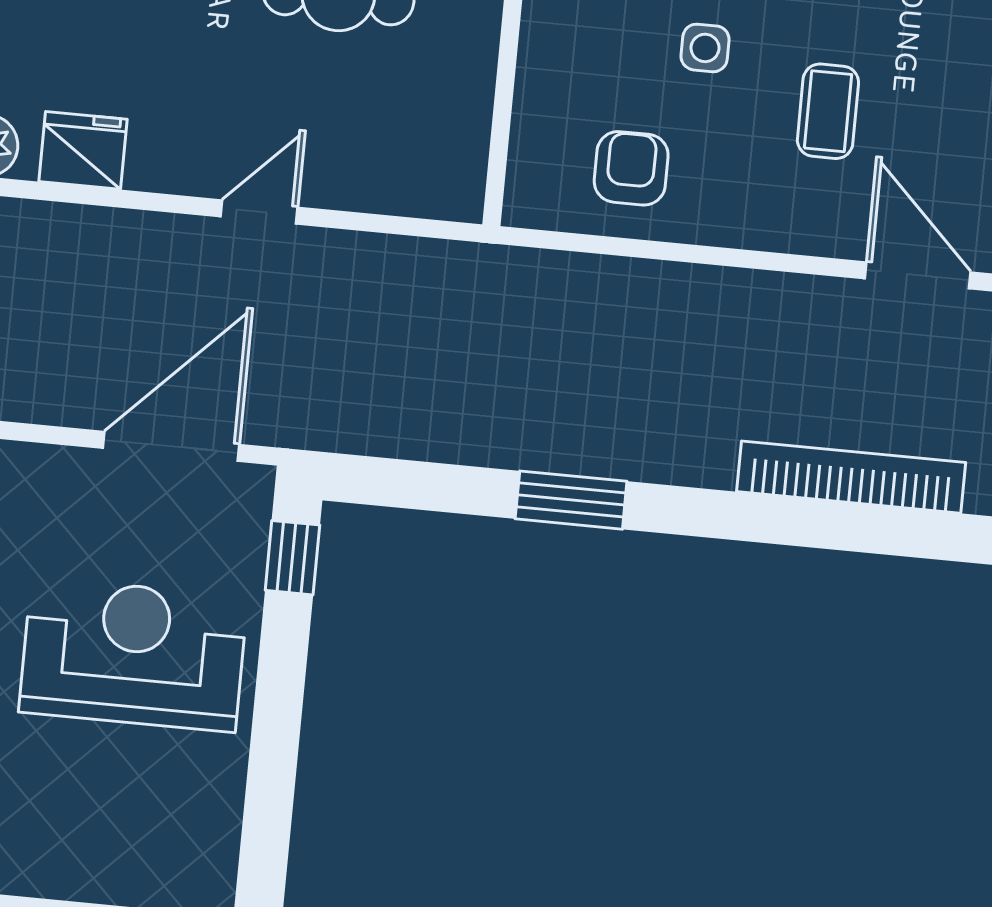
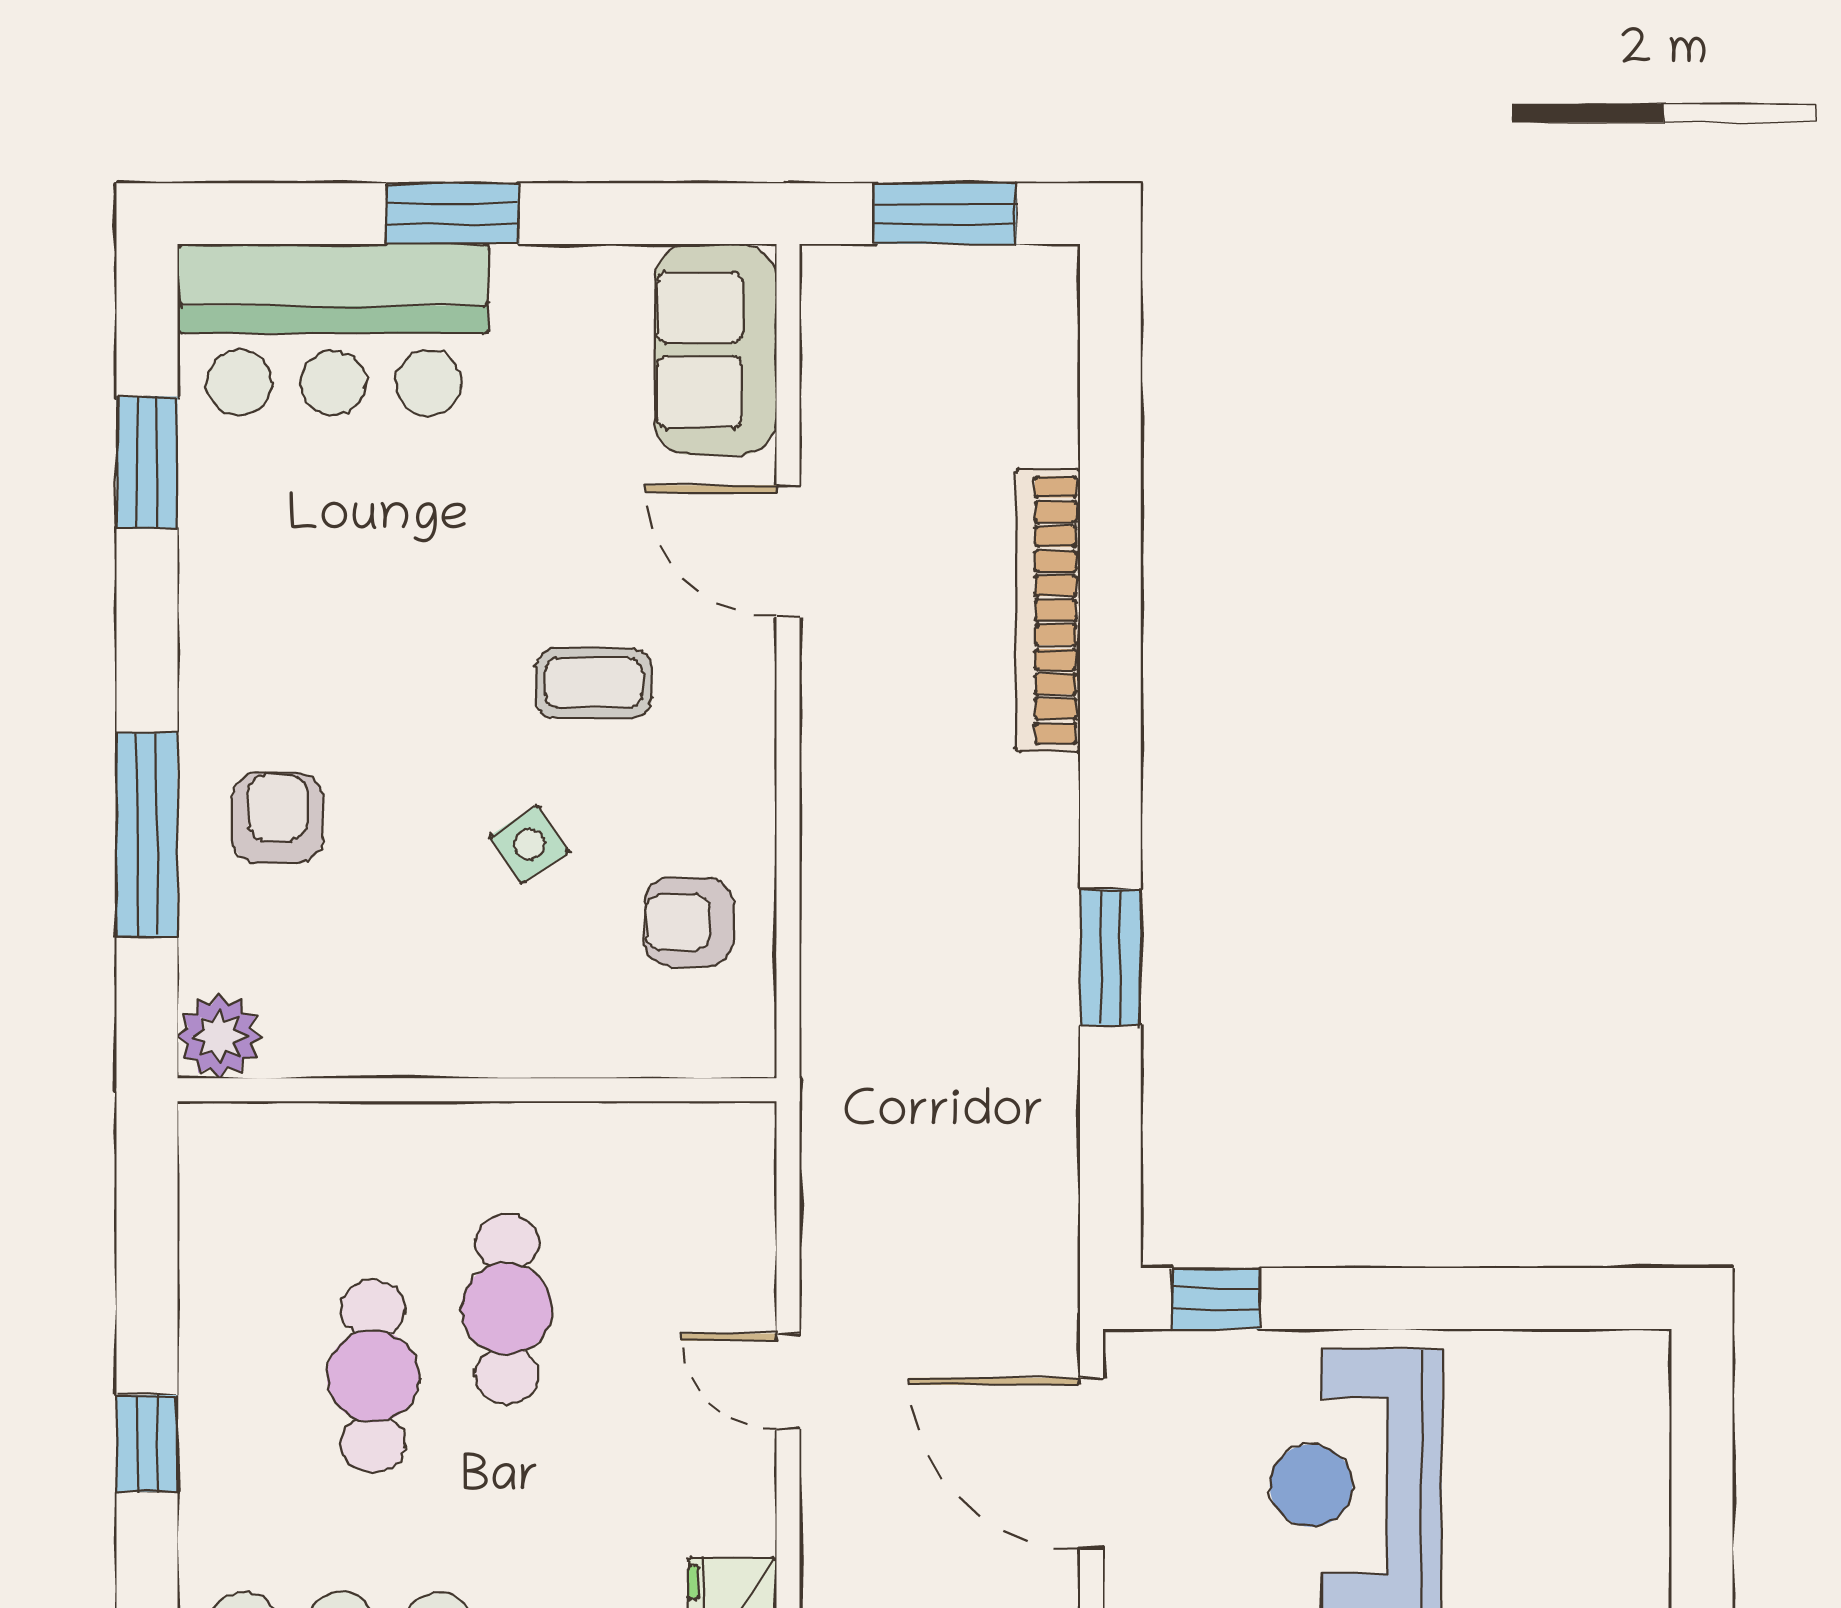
side table: (705, 48) -> (529, 844), turned -34
door: (918, 275) -> (788, 551), hinge flipped

